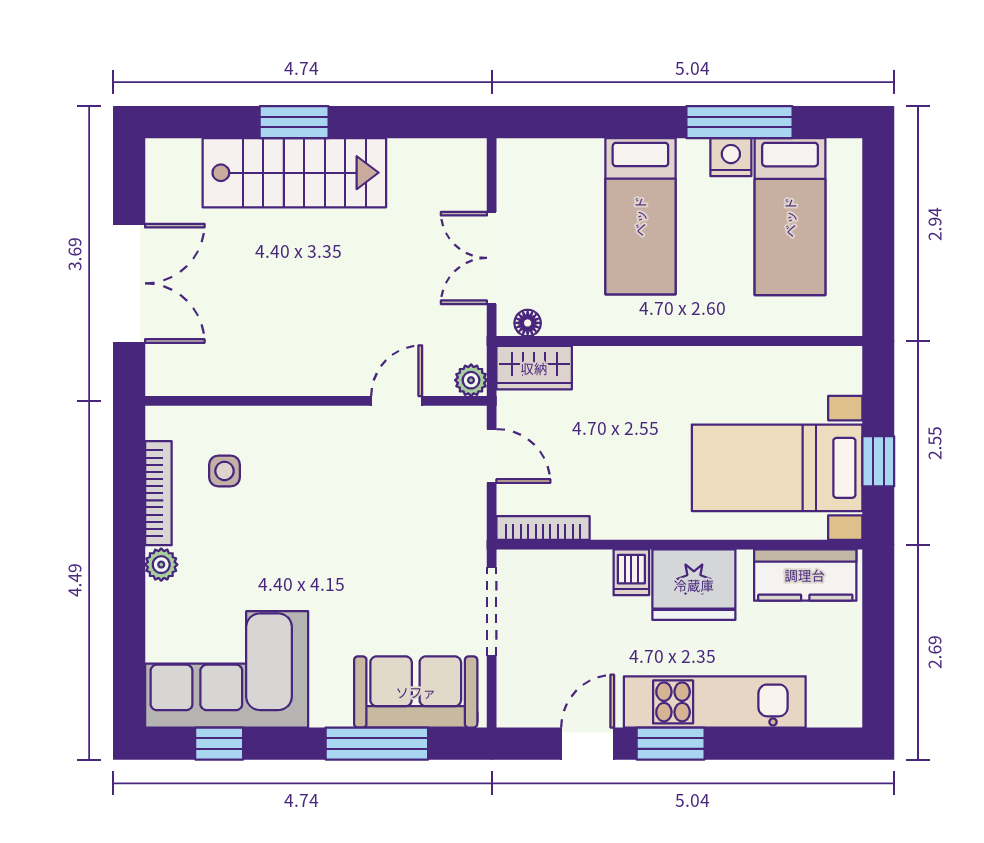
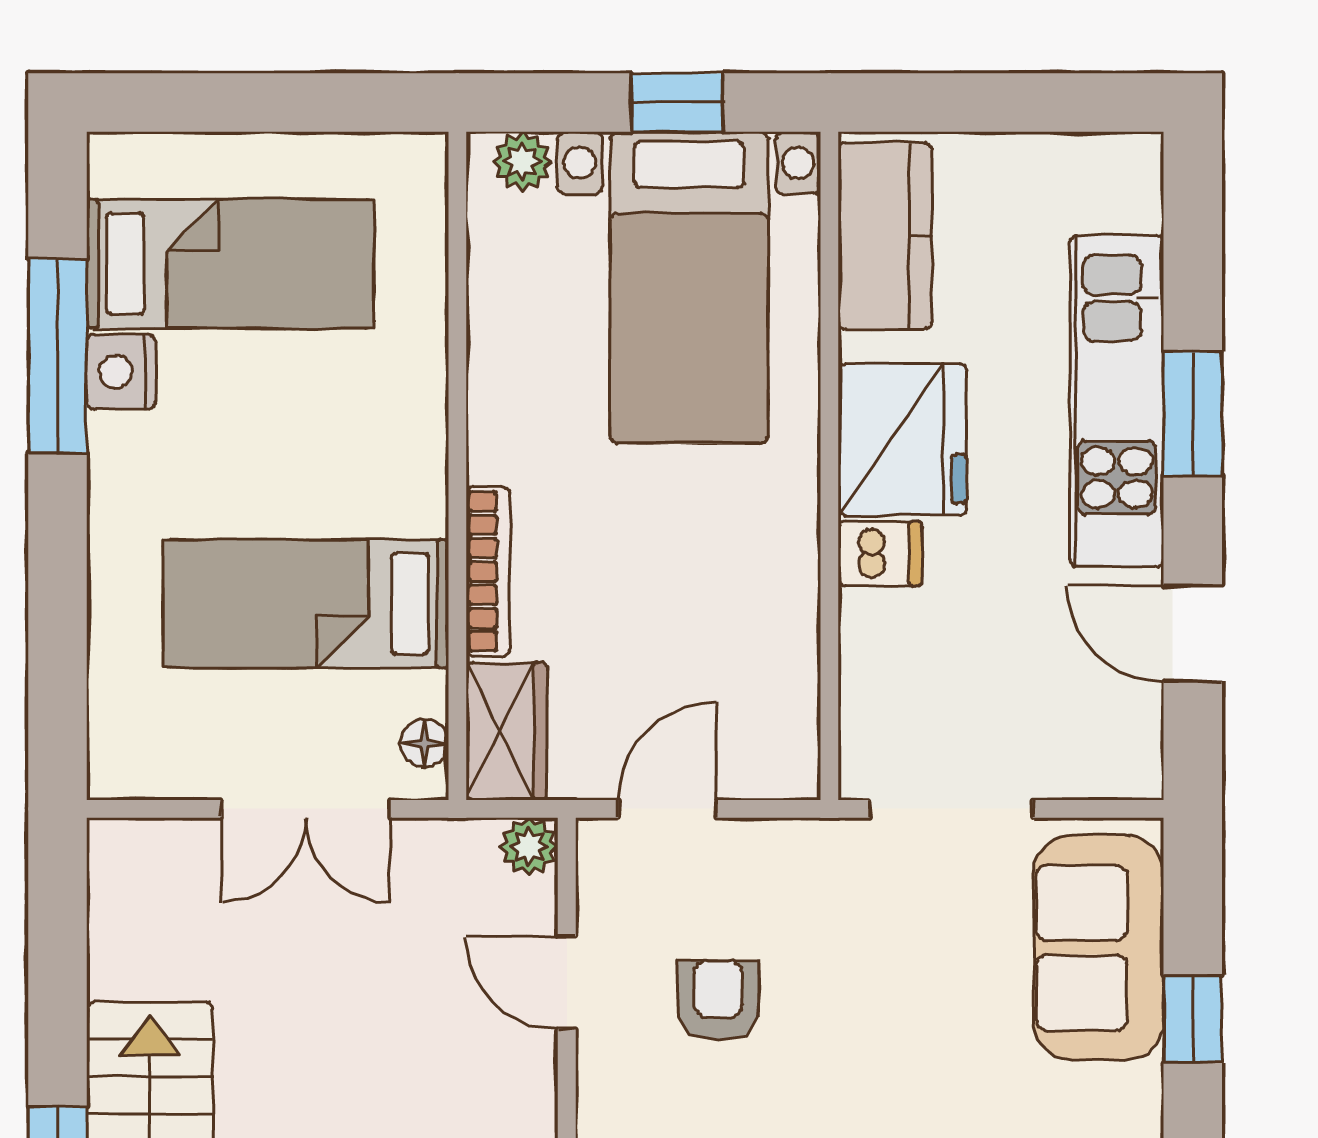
bed: (640, 216) -> (306, 604), moved, turned 180
plant: (846, 376) -> (522, 161), added
armchair: (387, 484) -> (718, 1001), added
bookcase: (543, 528) -> (488, 571), moved, turned 180
window: (377, 744) -> (1193, 1019), width x0.46
window: (671, 744) -> (1193, 414), moved

